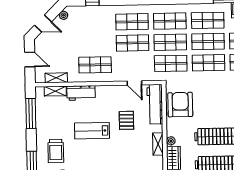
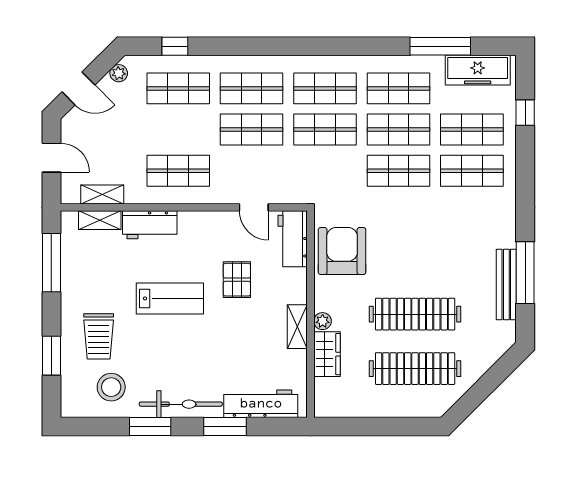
shop shelf: (171, 63) -> (178, 88), moved
workbench: (155, 104) -> (293, 239), width x0.73
lab bench: (92, 131) -> (170, 298), turned 180

